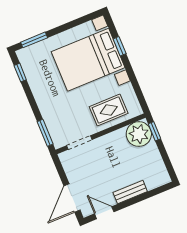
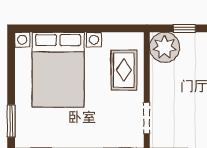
window: (120, 46) -> (58, 28), removed
window: (155, 131) -> (184, 28), moved

